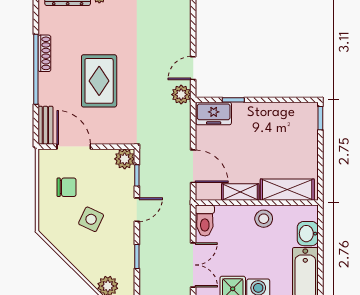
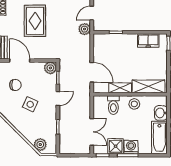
freezer: (214, 113) -> (148, 41), moved
toilet: (205, 221) -> (113, 105), moved

